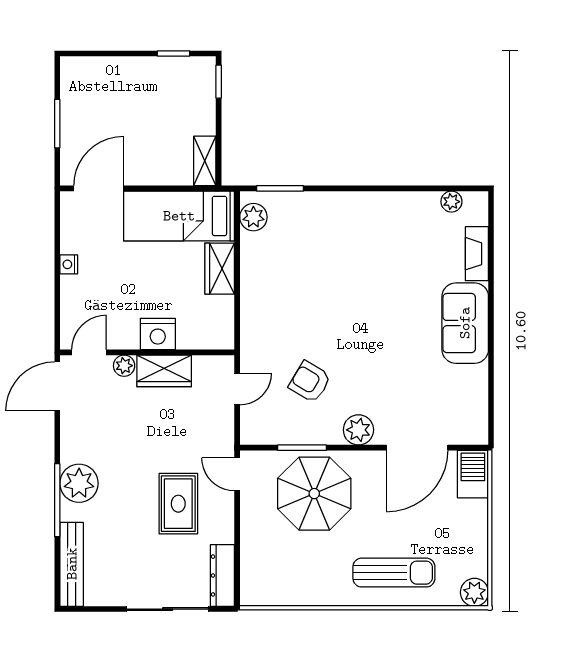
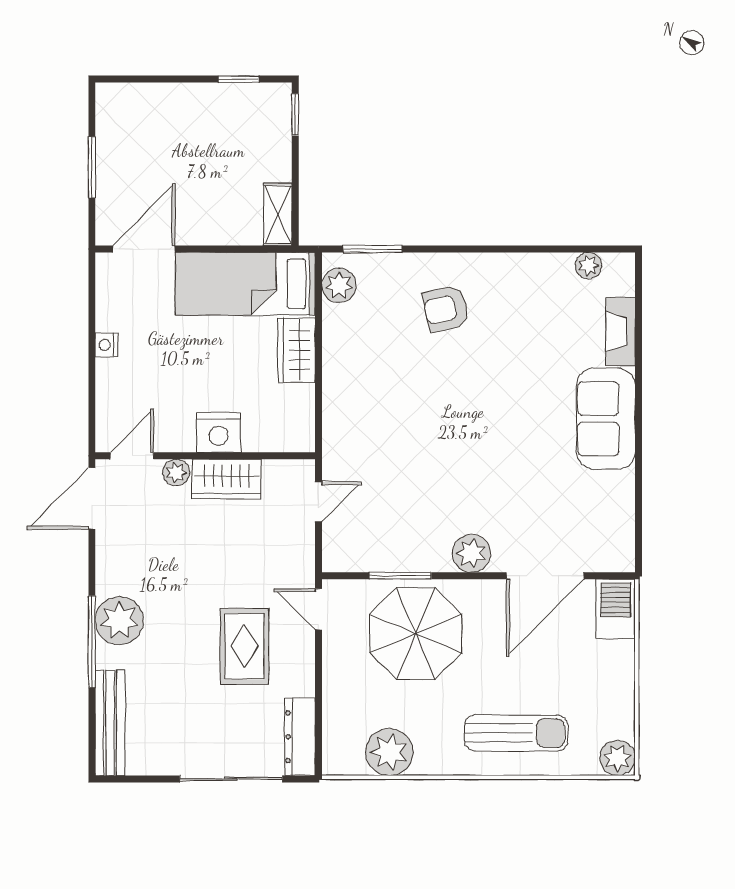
armchair: (310, 382) -> (446, 309), moved, turned -44
plant: (293, 588) -> (389, 752), added

